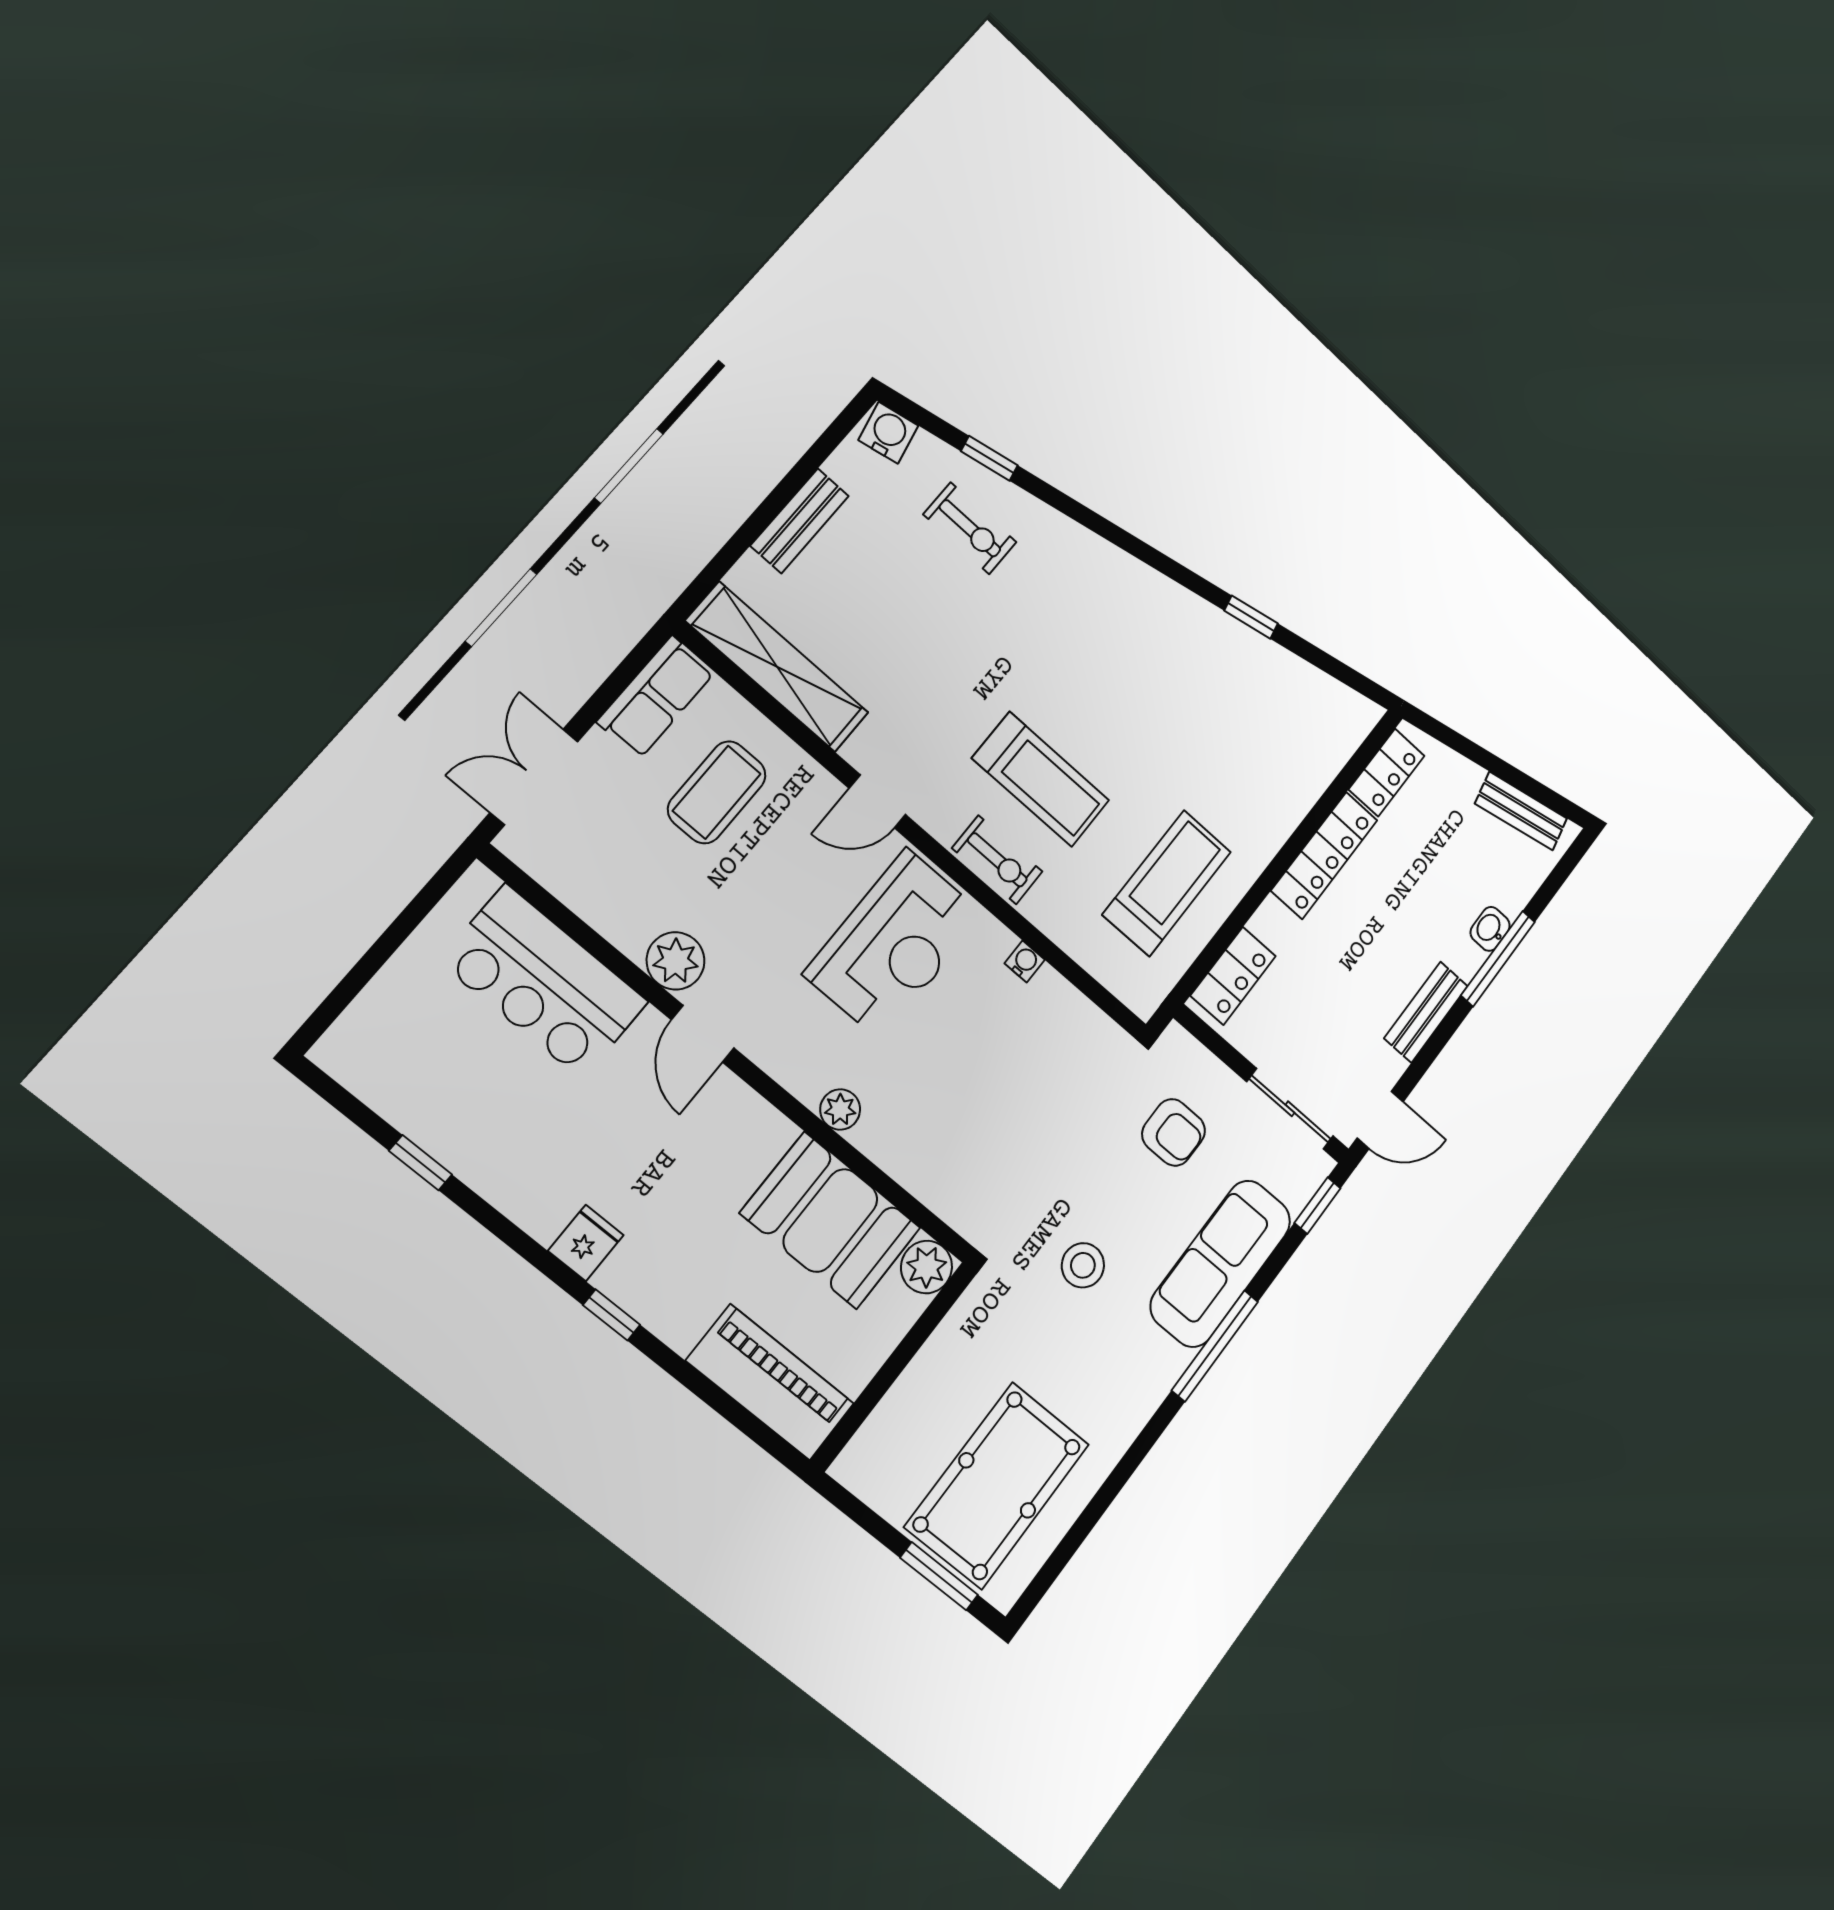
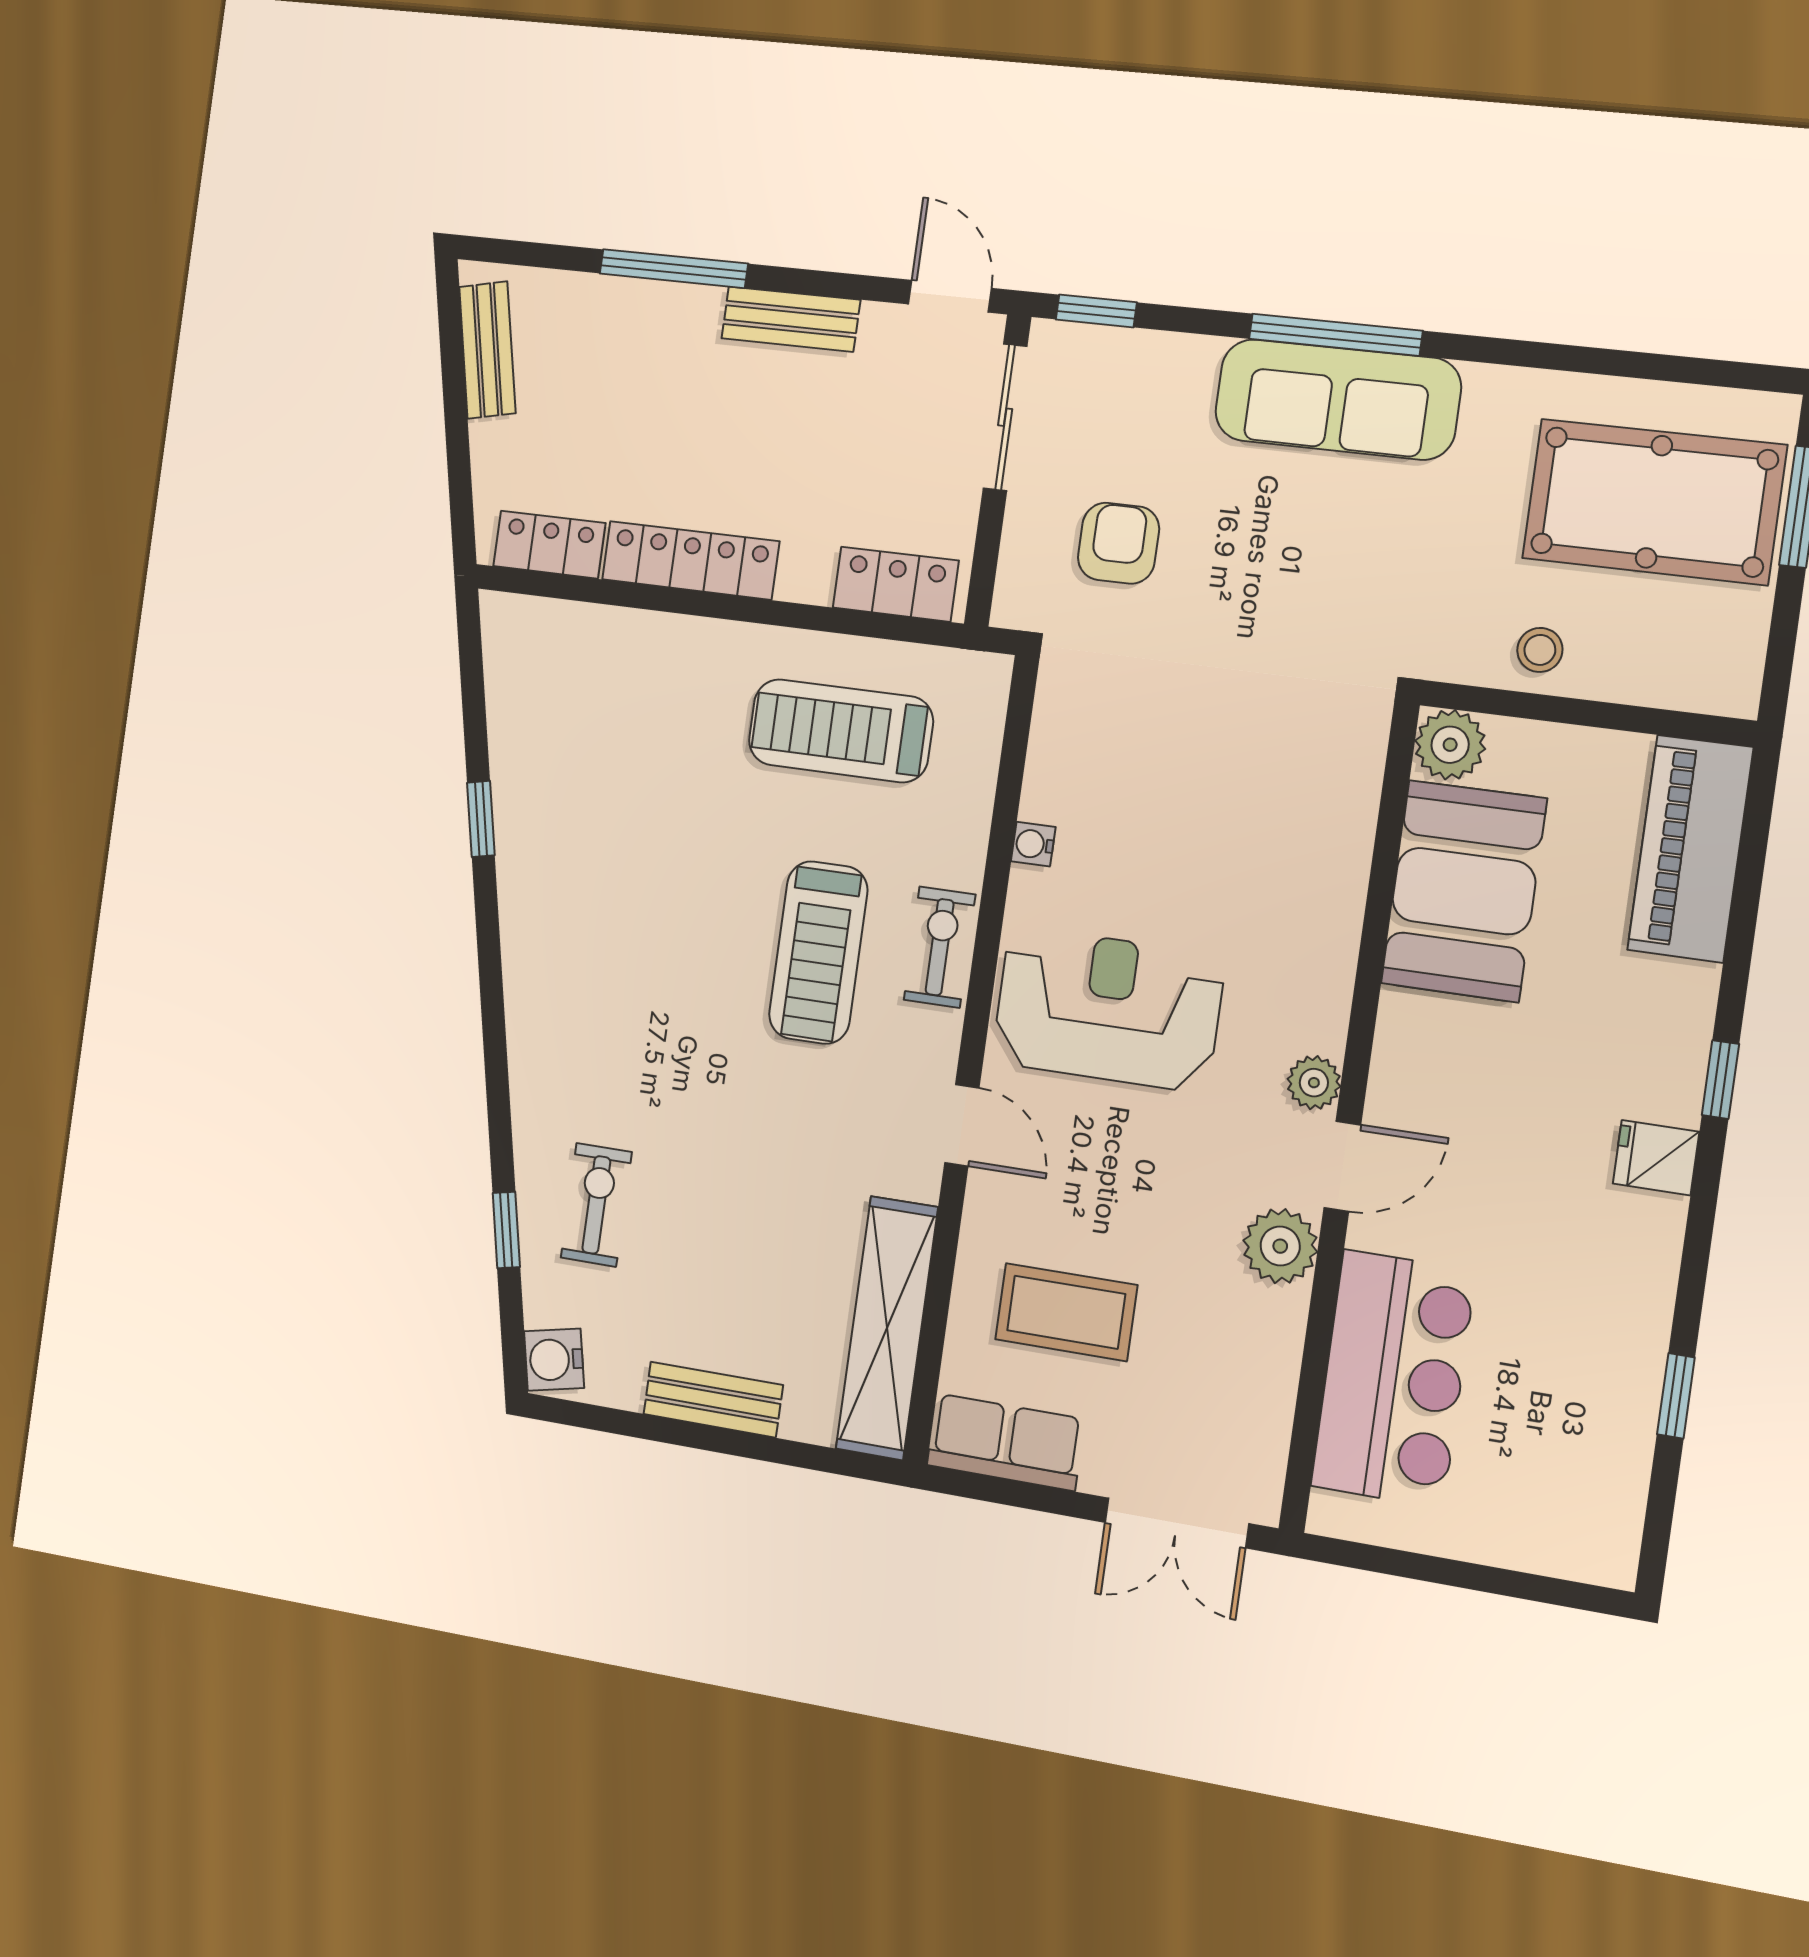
treadmill: (1041, 779) -> (818, 953), turned 180
washbasin: (1490, 929) -> (646, 301), removed
plant: (840, 1109) -> (1314, 1083), moved
sofa: (1221, 1263) -> (1338, 399), moved
stool: (1083, 1265) -> (1540, 650), moved, width x0.73, depth x0.73

